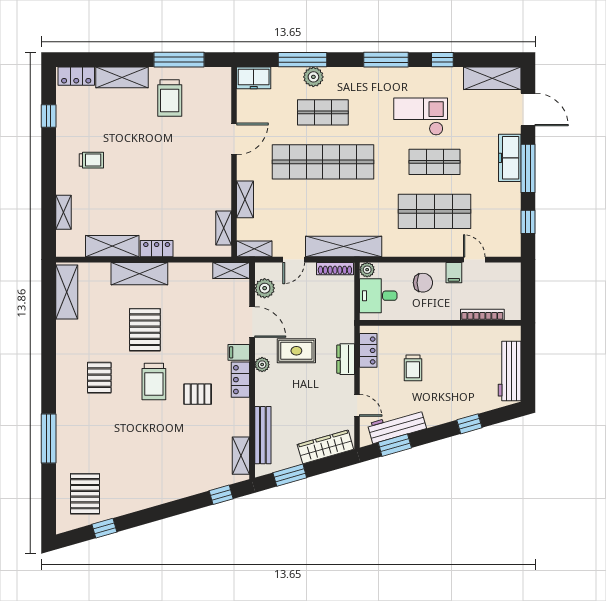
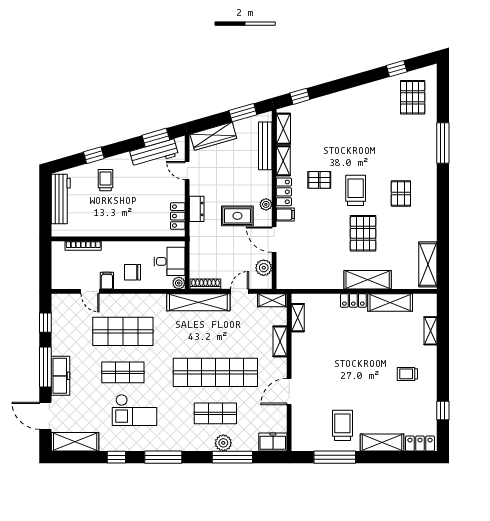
shelving: (231, 270) -> (283, 161), moved, turned 90
trolley: (413, 368) -> (106, 180), moved

